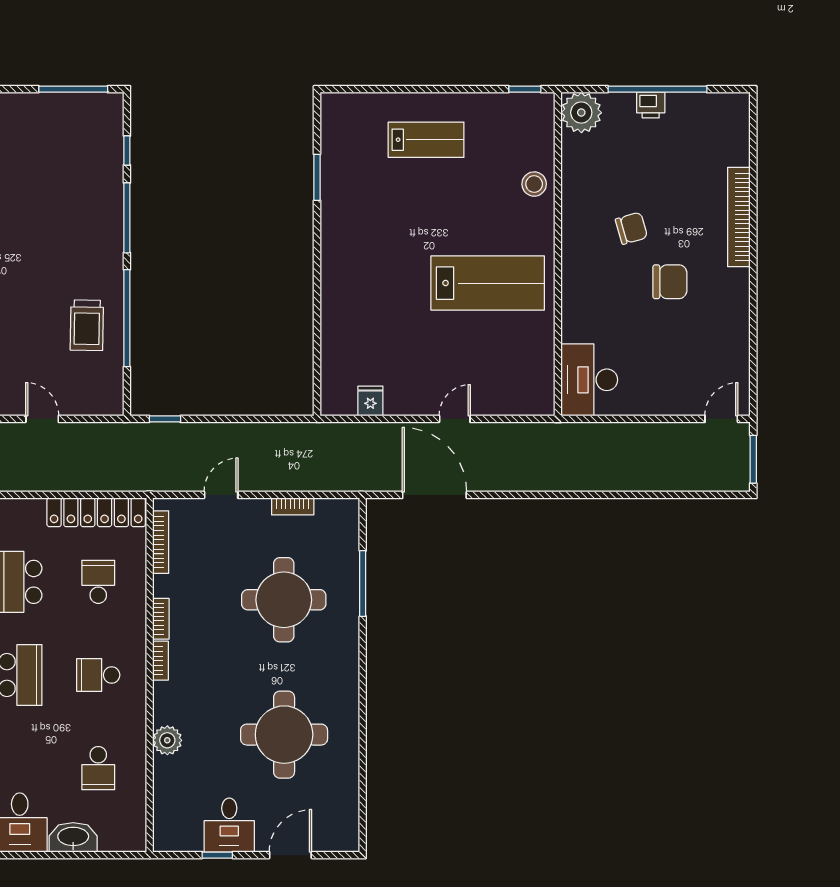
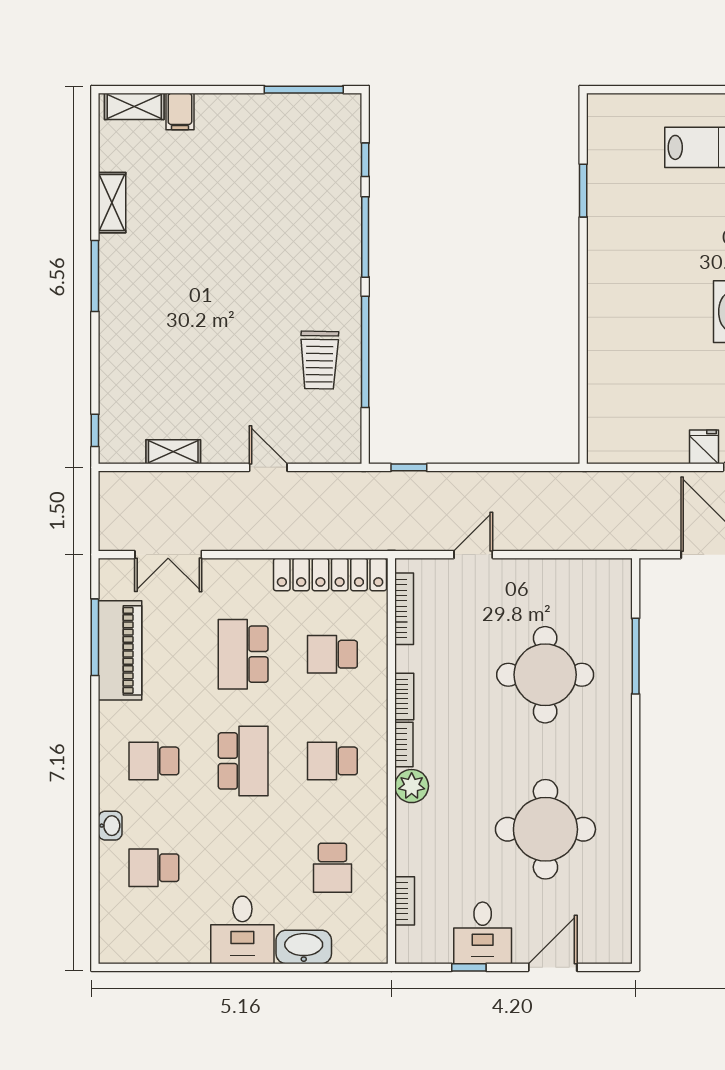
fridge: (370, 401) -> (704, 447), moved
bookcase: (293, 506) -> (405, 901), moved, turned -90
school desk: (98, 582) -> (332, 654), turned -90
plant: (167, 740) -> (412, 786), moved

